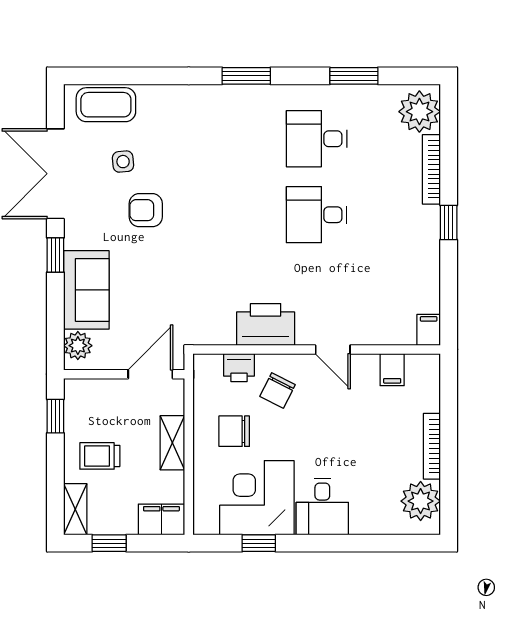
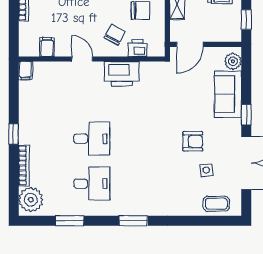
coffee table: (106, 105) -> (216, 204), width x0.73, depth x0.77

